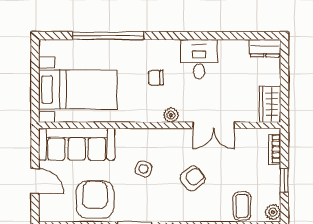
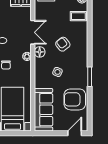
floor lamp: (179, 137) -> (40, 52), added
door: (35, 181) -> (75, 133), moved

